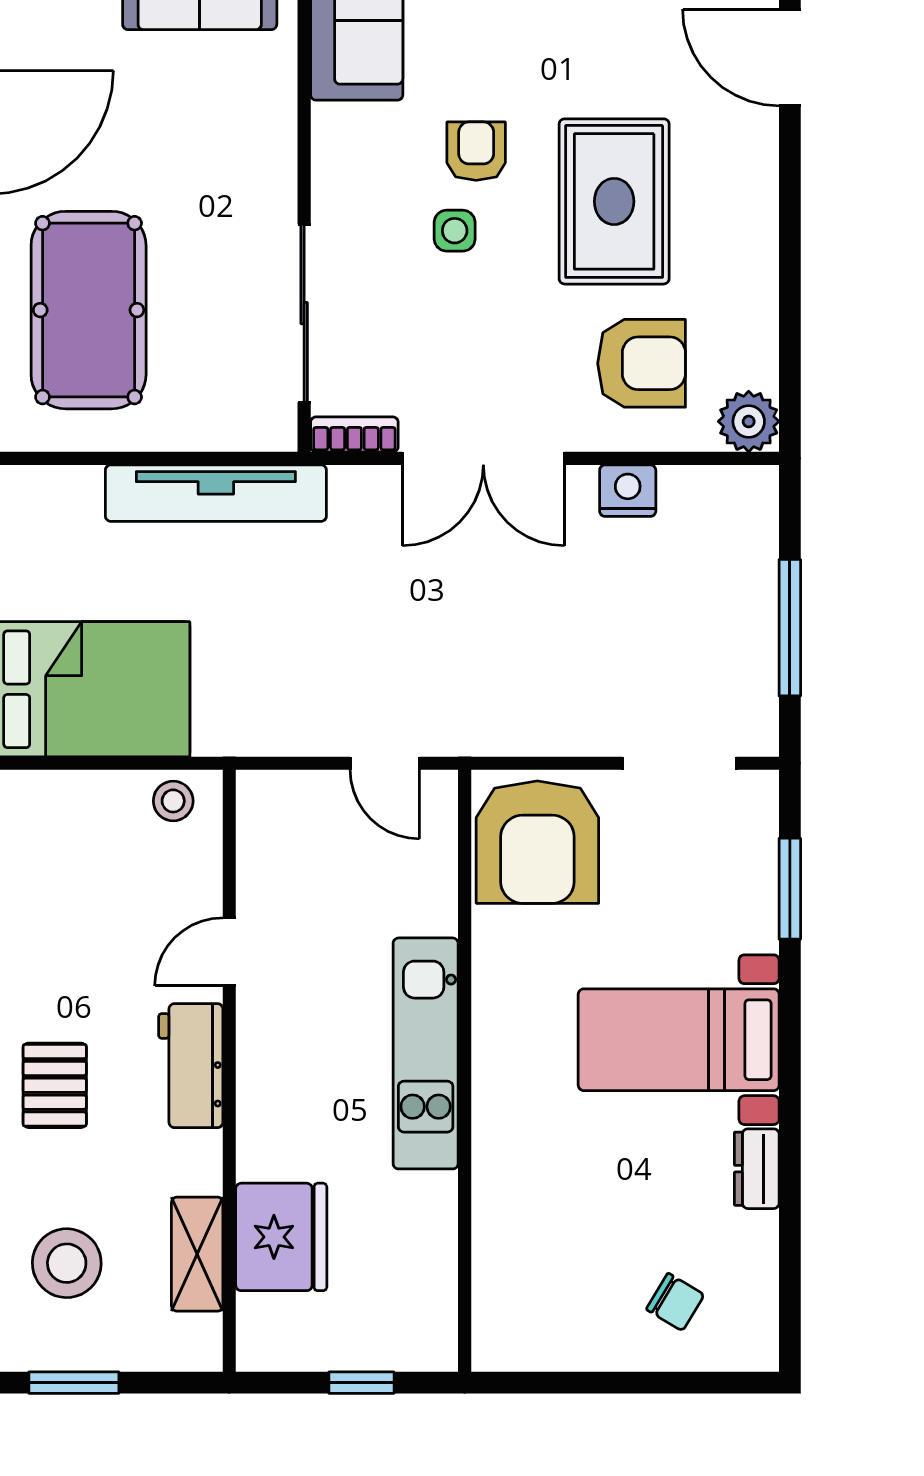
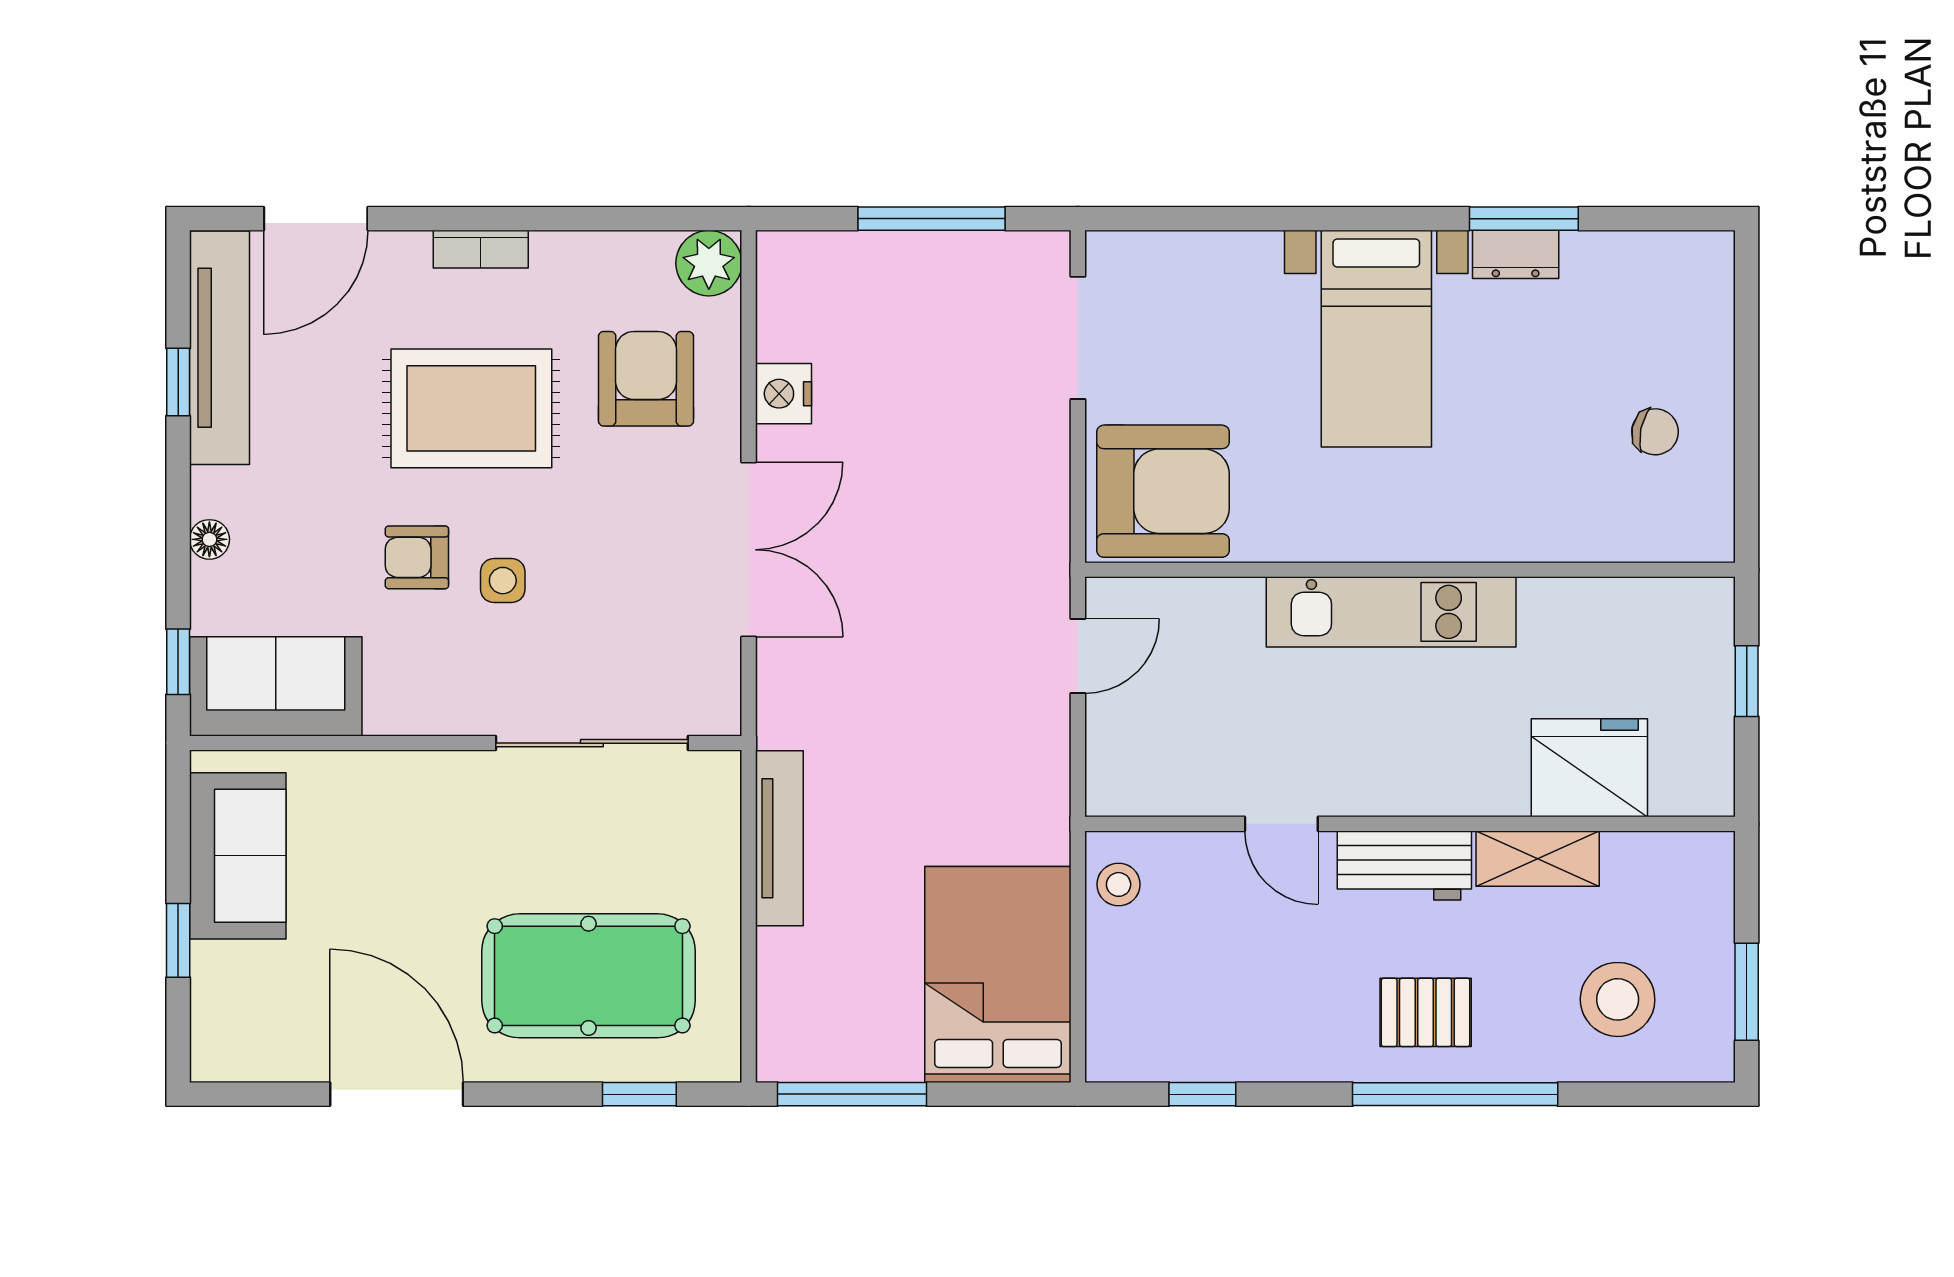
bookcase: (354, 434) -> (481, 249), moved, turned -90
tv unit: (216, 493) -> (779, 838), width x0.73, depth x0.78
window: (790, 889) -> (1524, 219), moved
shelving: (197, 1254) -> (1538, 859), moved
chair: (675, 1302) -> (1655, 432), moved, turned 71

